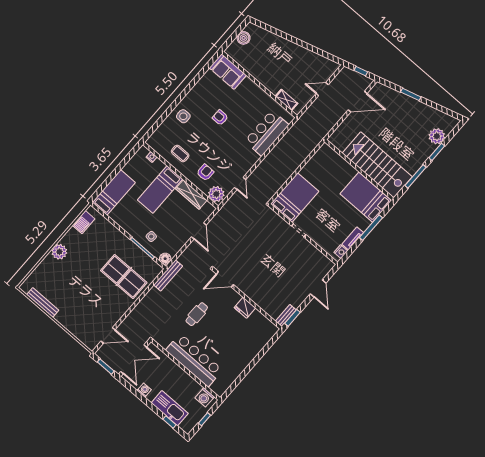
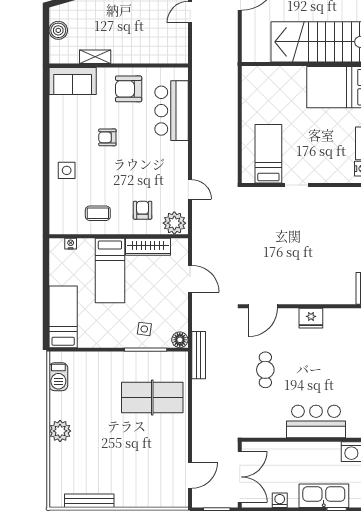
shelving: (287, 100) -> (95, 57), moved
armchair: (254, 102) -> (129, 89), added
bed: (295, 198) -> (268, 154), width x0.67
bar counter: (194, 360) -> (316, 421), width x0.73

